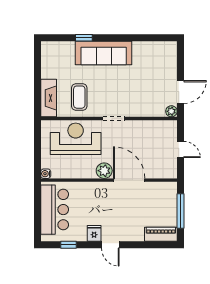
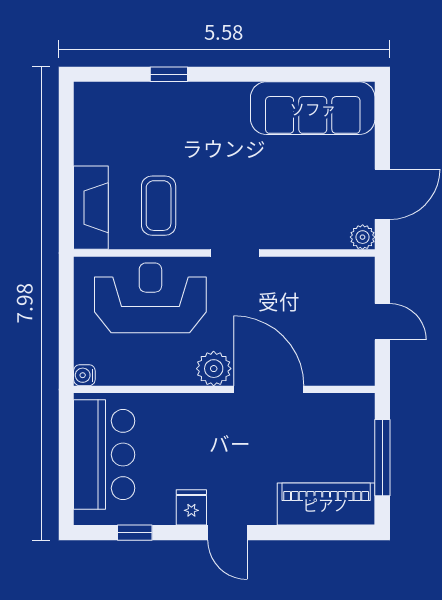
sofa: (104, 53) -> (313, 108), moved
piano: (161, 234) -> (326, 504), width x1.37, depth x1.33

